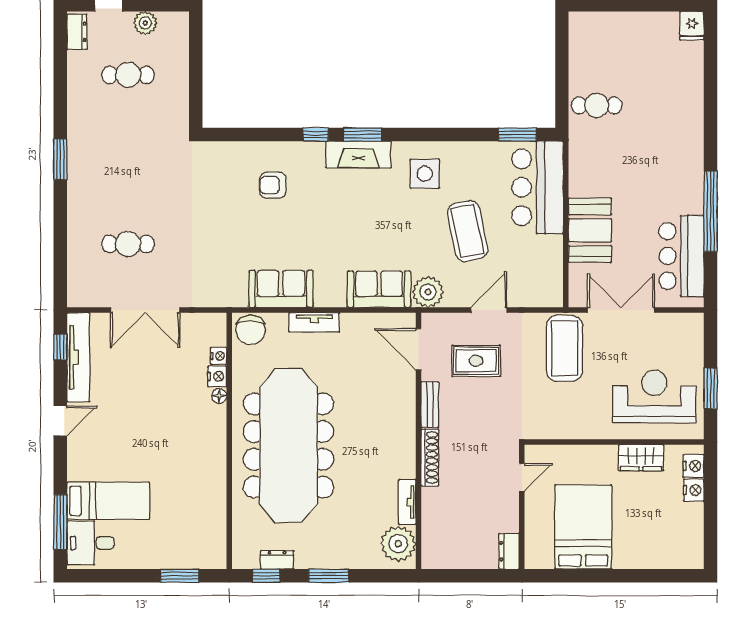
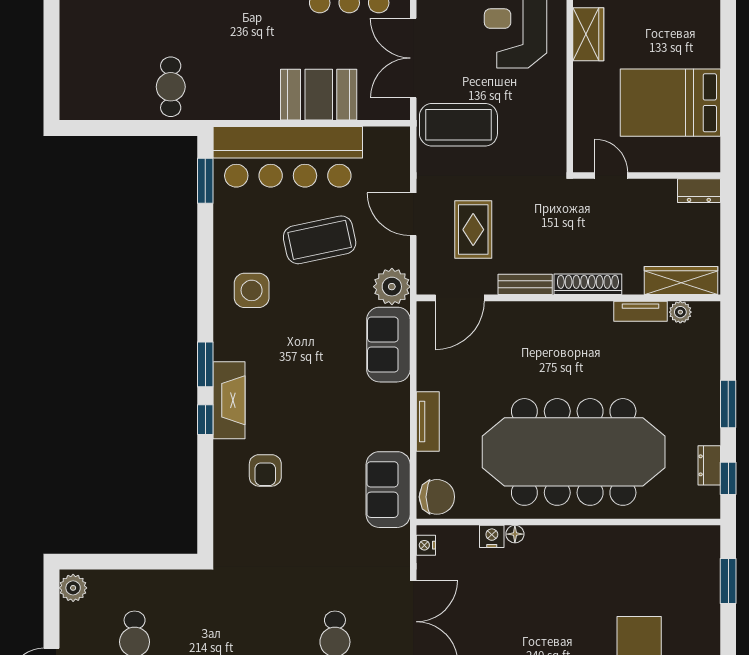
plant: (145, 23) -> (73, 588), moved
fireplace: (358, 155) -> (229, 400), moved
bar counter: (538, 187) -> (288, 157), width x1.36
sofa: (281, 289) -> (388, 490), moved
nightstand: (219, 356) -> (426, 545), moved, turned -90
wardrobe: (433, 536) -> (681, 281), added
plant: (398, 544) -> (680, 312), width x0.53, depth x0.53

